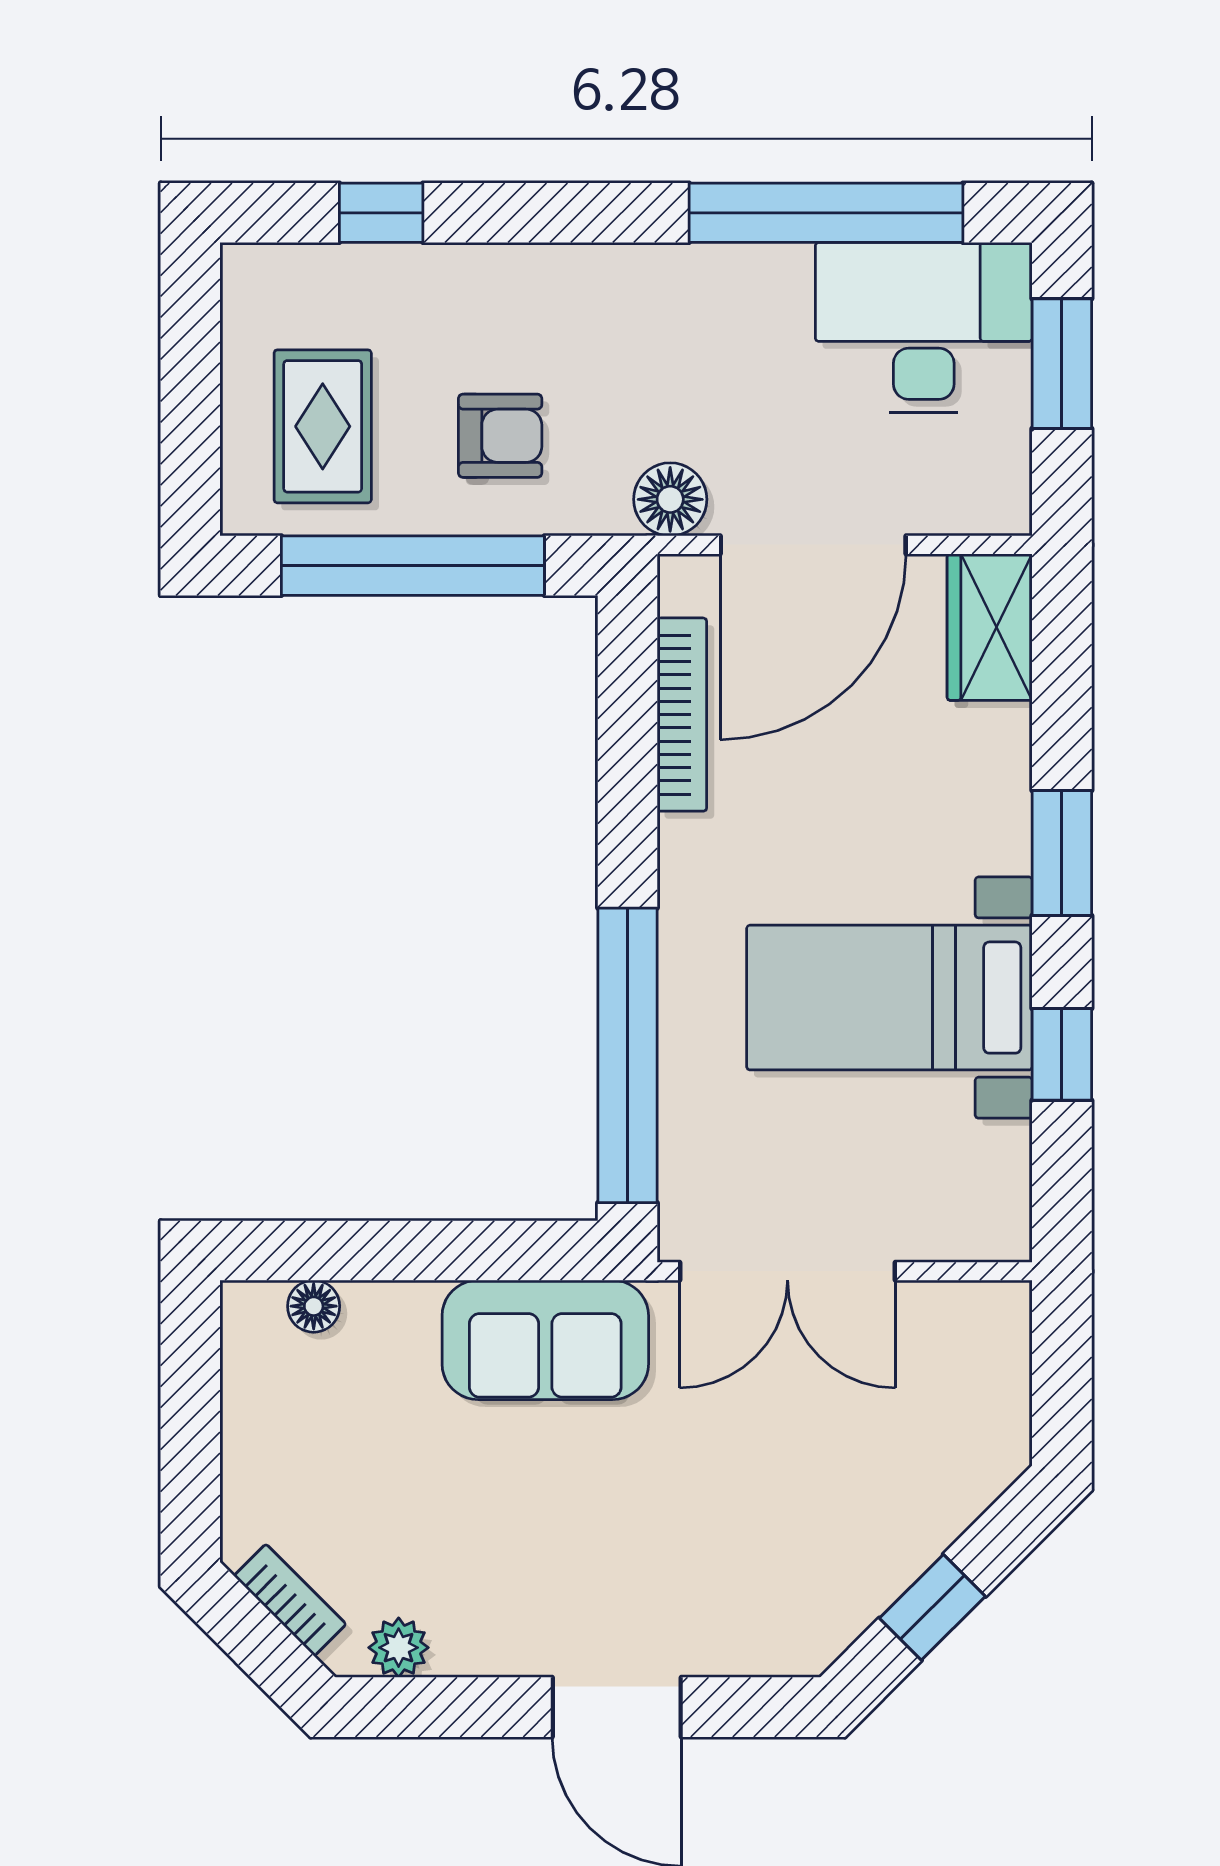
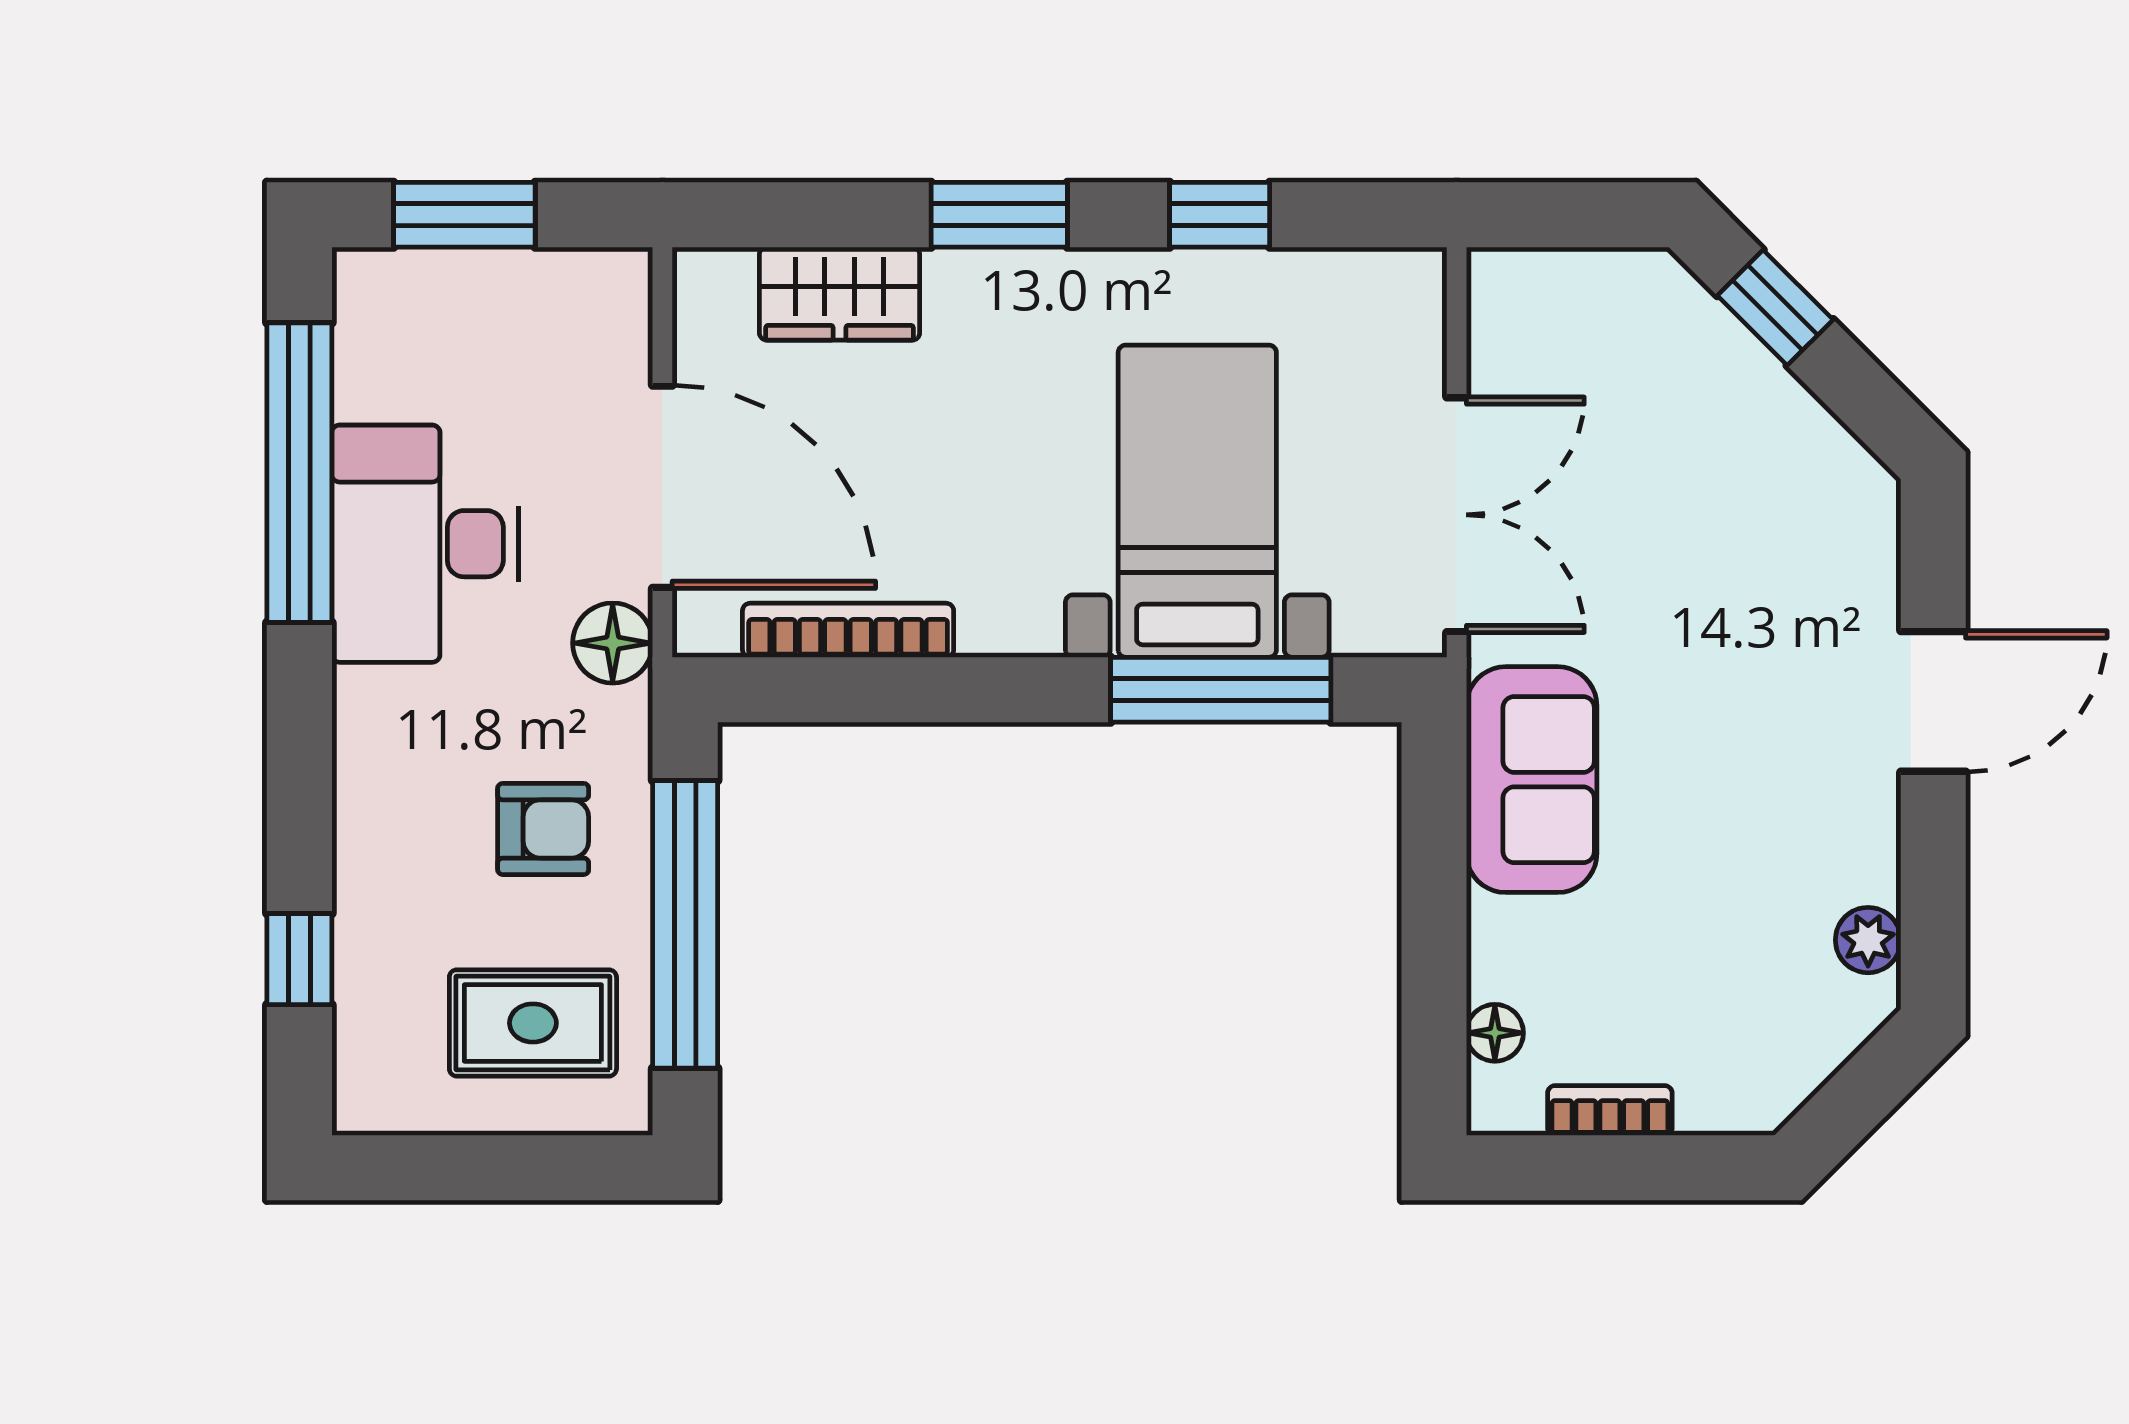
desk: (924, 328) -> (425, 544), moved
armchair: (500, 436) -> (543, 829), turned 90
wardrobe: (990, 627) -> (840, 294), moved
bed with nightstands: (889, 998) -> (1197, 501), moved, turned 180
window: (628, 1055) -> (1221, 690), width x0.68
bookcase: (290, 1600) -> (1610, 1110), moved, turned 45
window: (932, 1607) -> (1775, 308), moved

